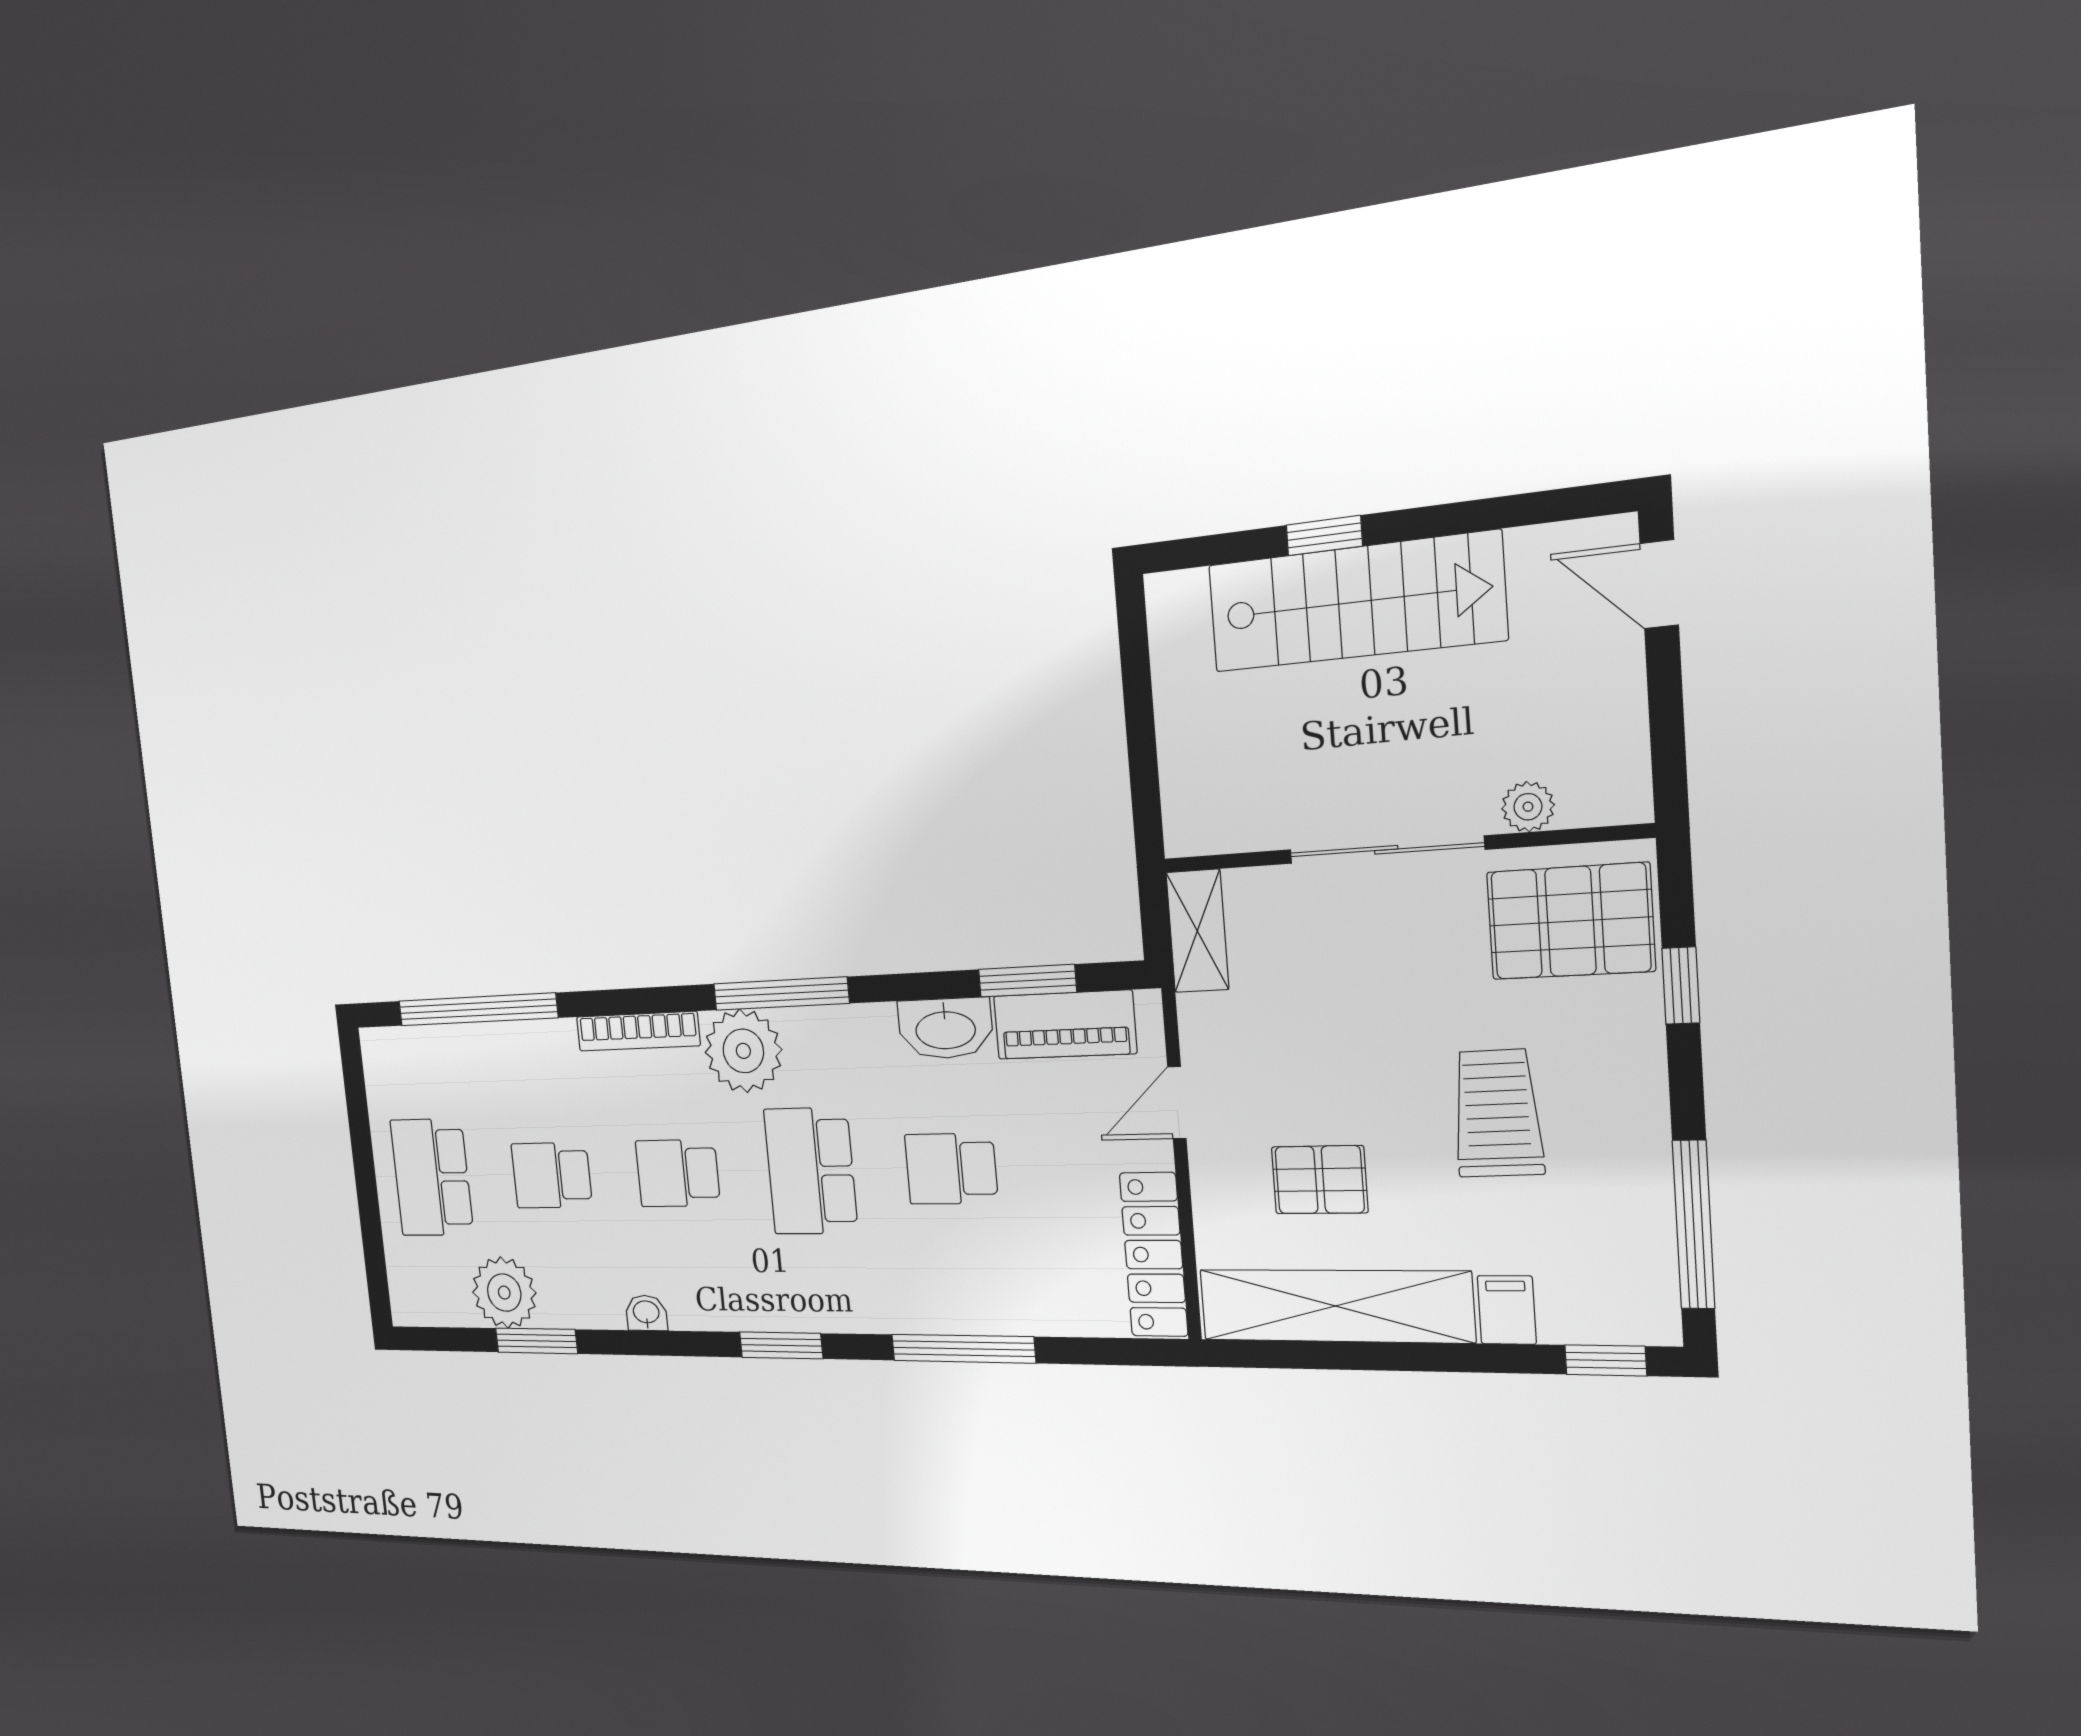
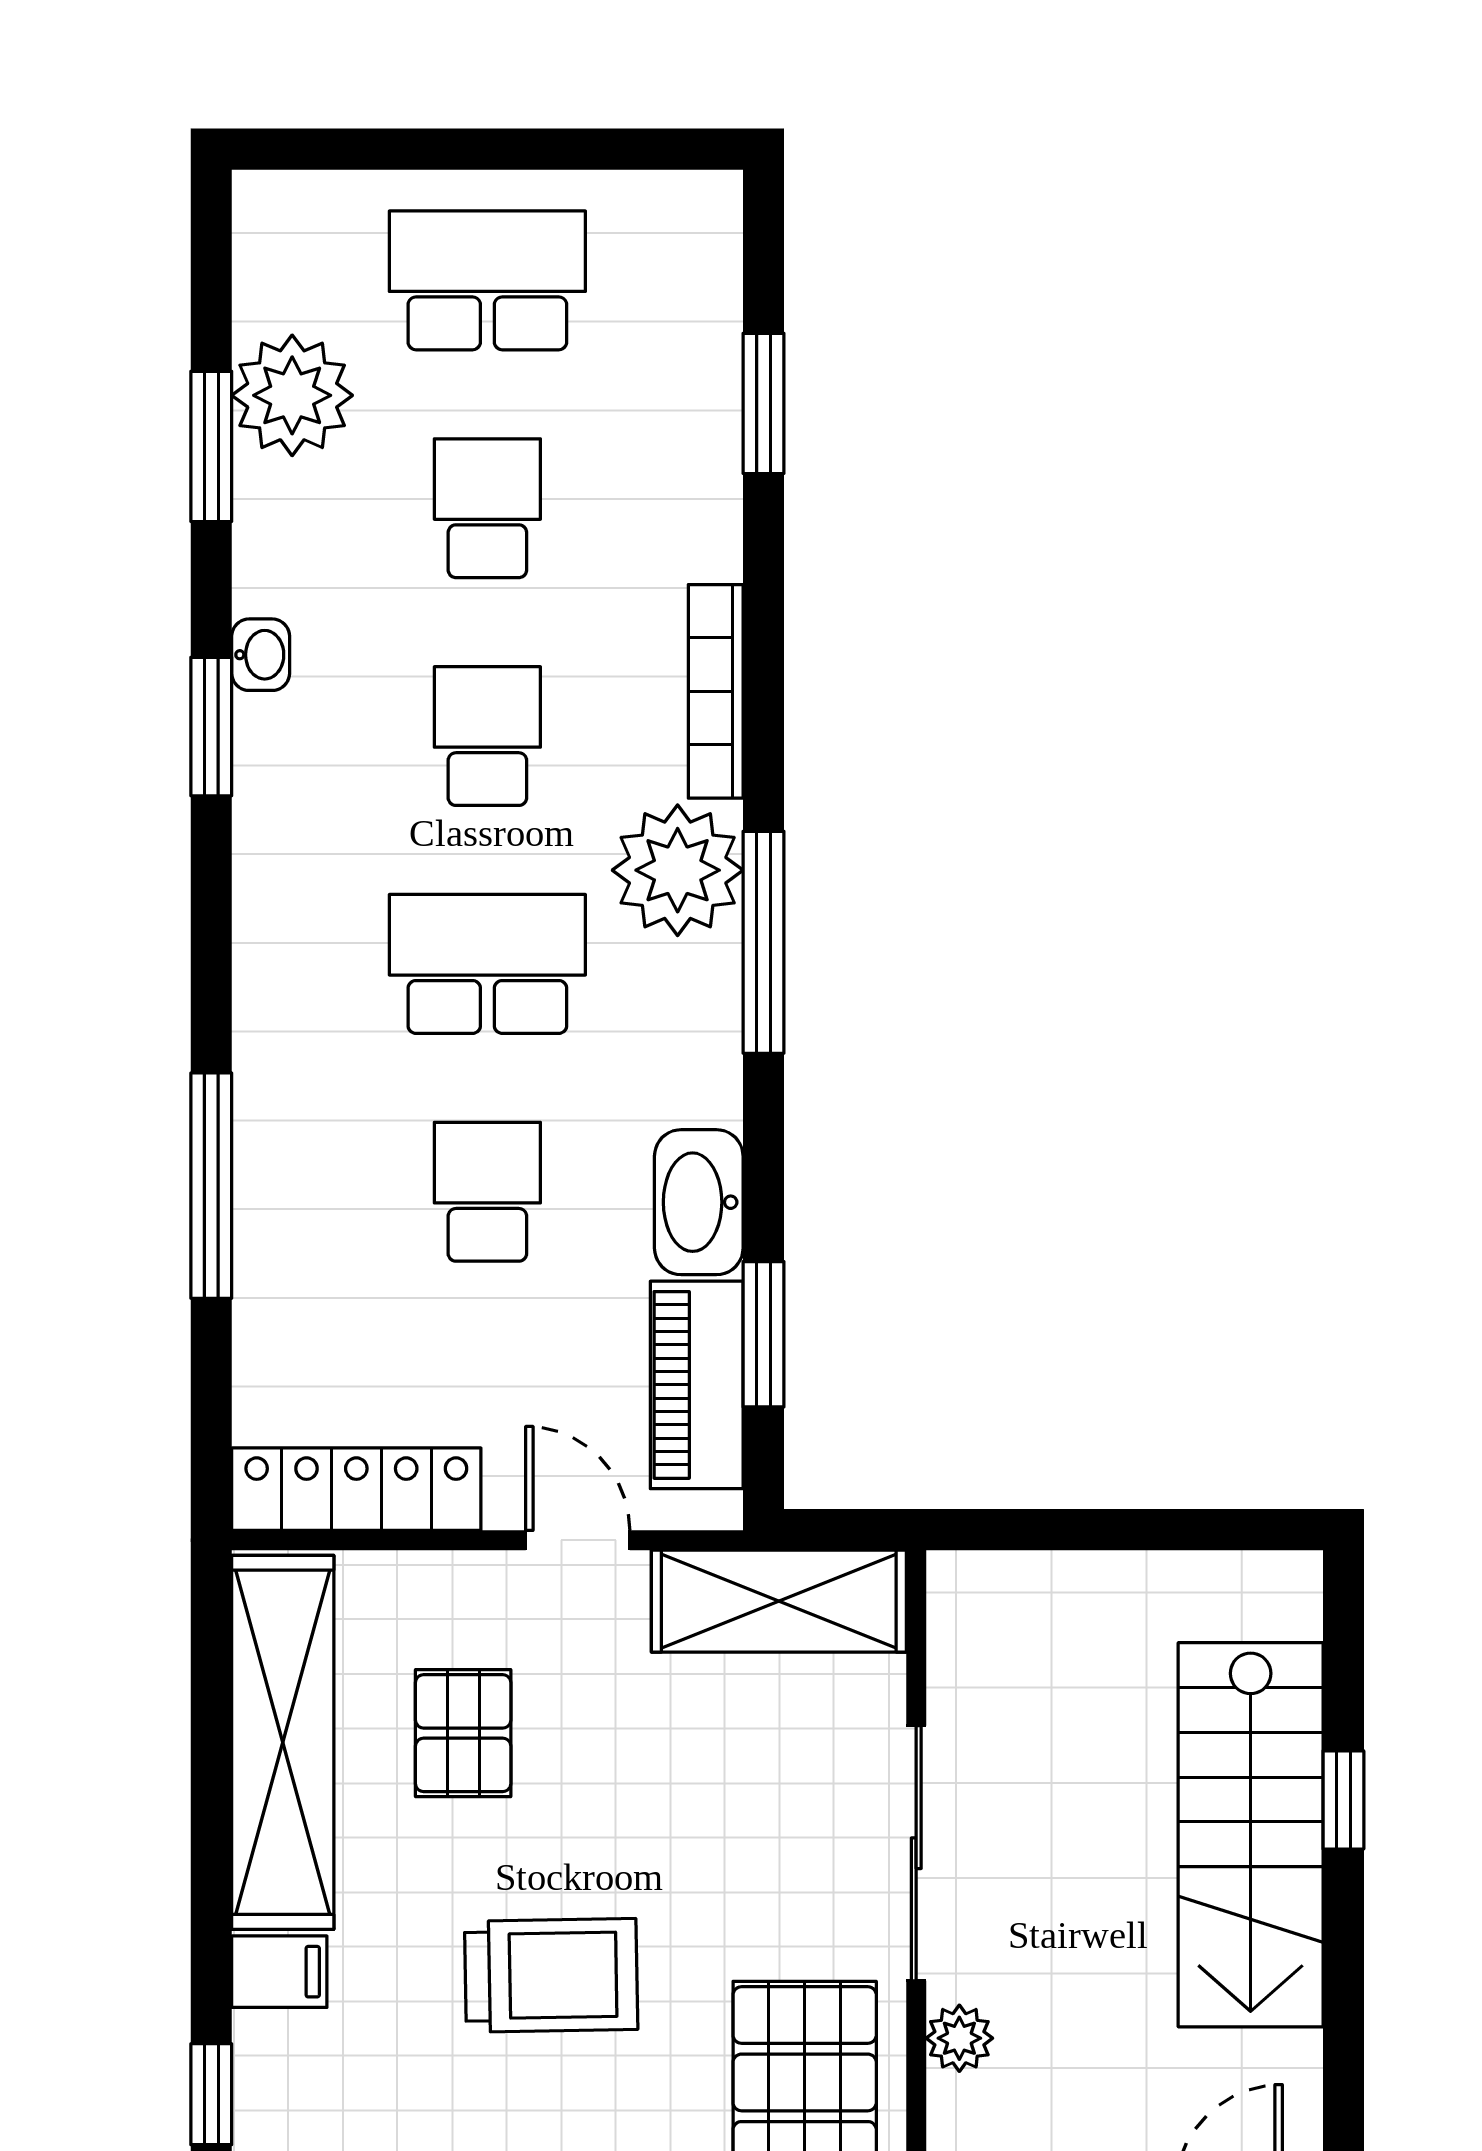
shelving: (1197, 931) -> (779, 1601), width x1.50, depth x1.33
window: (477, 1009) -> (763, 403), width x0.47
window: (781, 1345) -> (211, 727), moved

